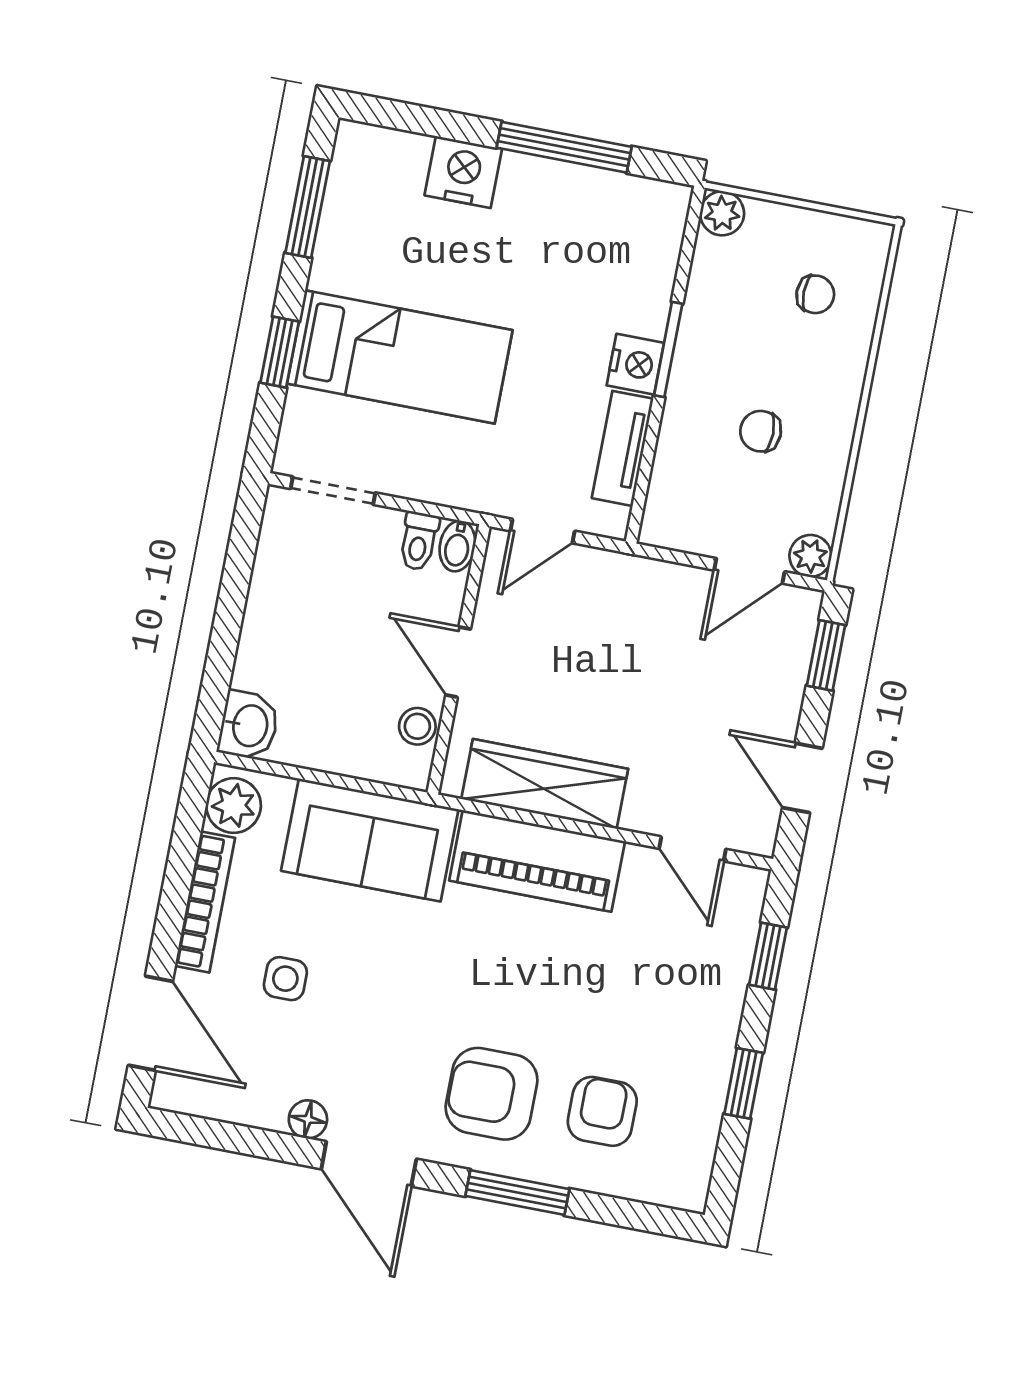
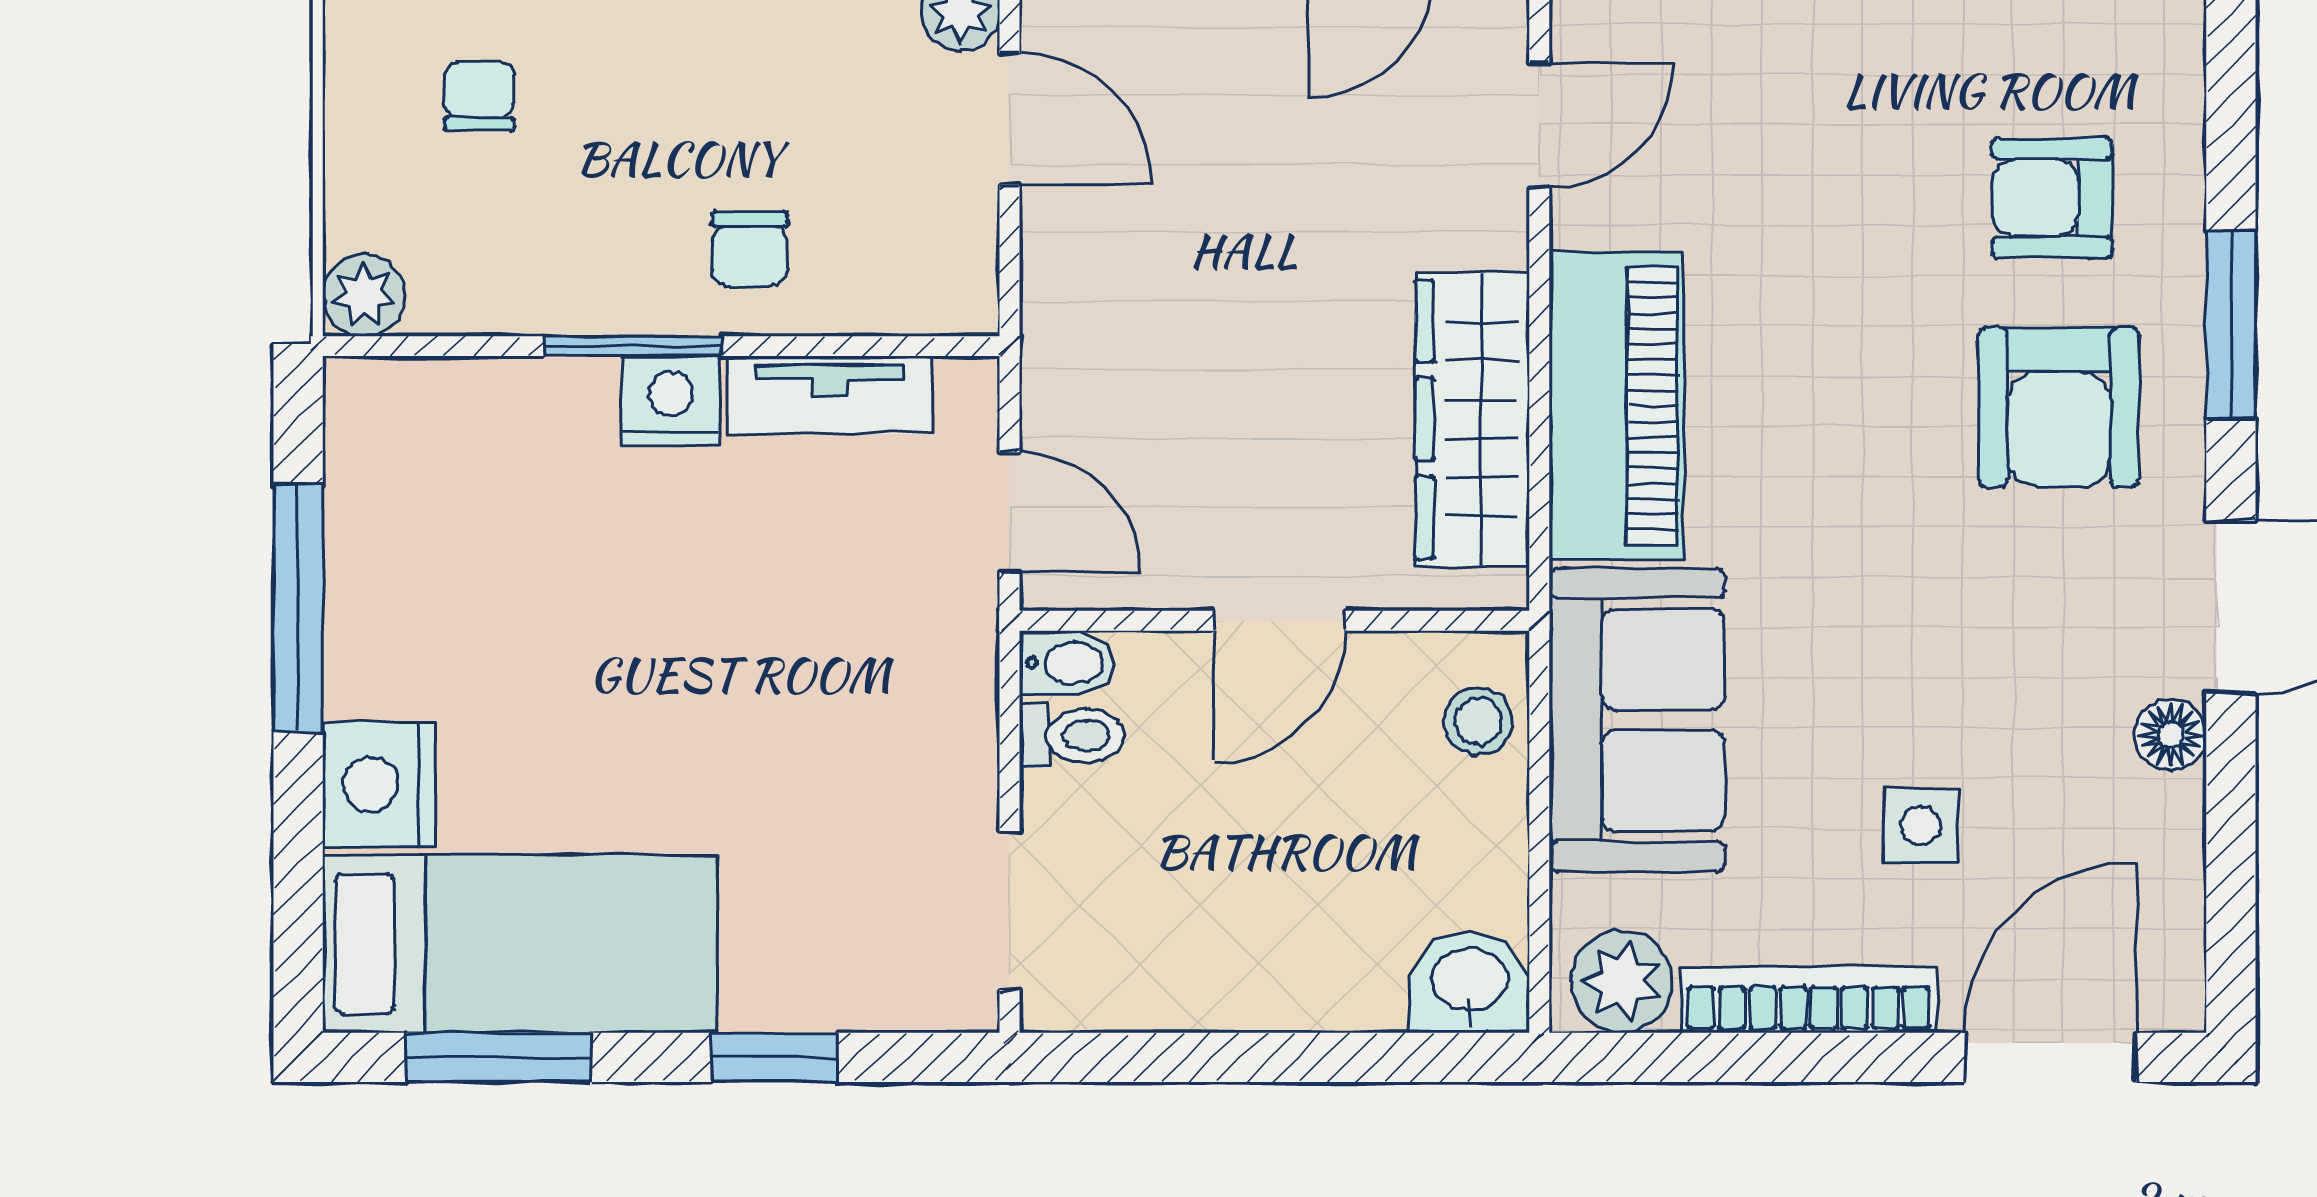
bed: (400, 357) -> (520, 944), moved, turned 90
chair: (761, 431) -> (750, 249), moved
stool: (417, 726) -> (1478, 721), moved

